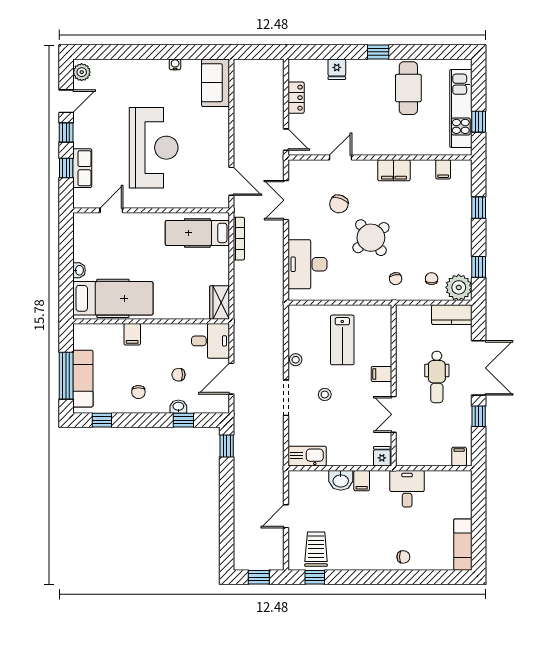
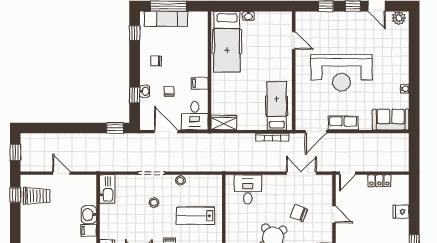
row of seats: (82, 168) -> (343, 123), moved, turned 180
desk: (307, 264) -> (248, 189), width x0.73
filing cabinet: (132, 334) -> (200, 83), moved

